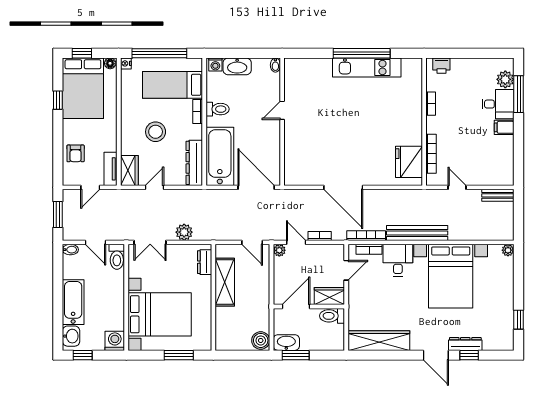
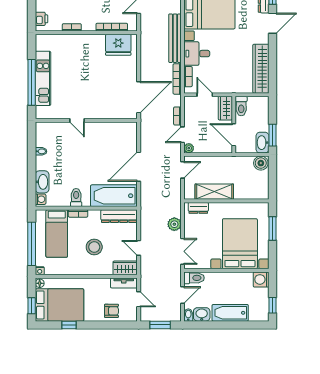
door: (282, 110) -> (77, 120), moved
wall: (282, 122) -> (86, 120), moved
washbasin: (71, 336) -> (202, 314), moved

